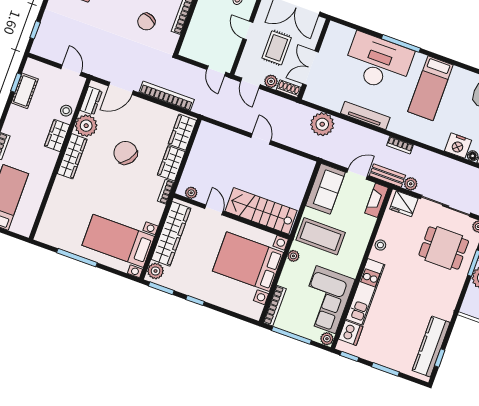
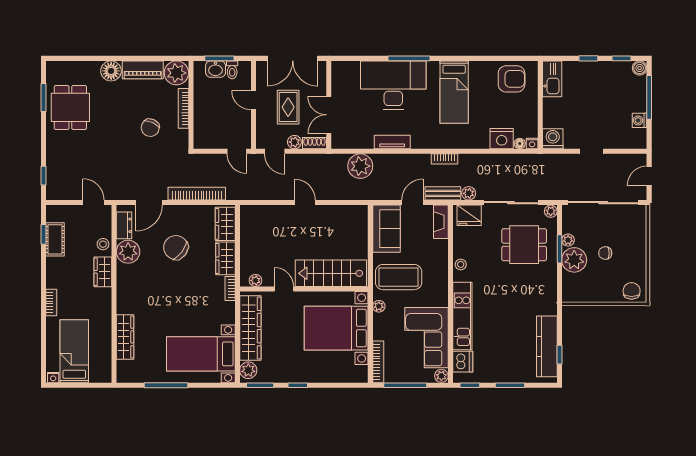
tv unit: (365, 115) -> (392, 142), width x0.71
chair: (126, 153) -> (176, 247), moved
wardrobe: (72, 156) -> (125, 337), moved

